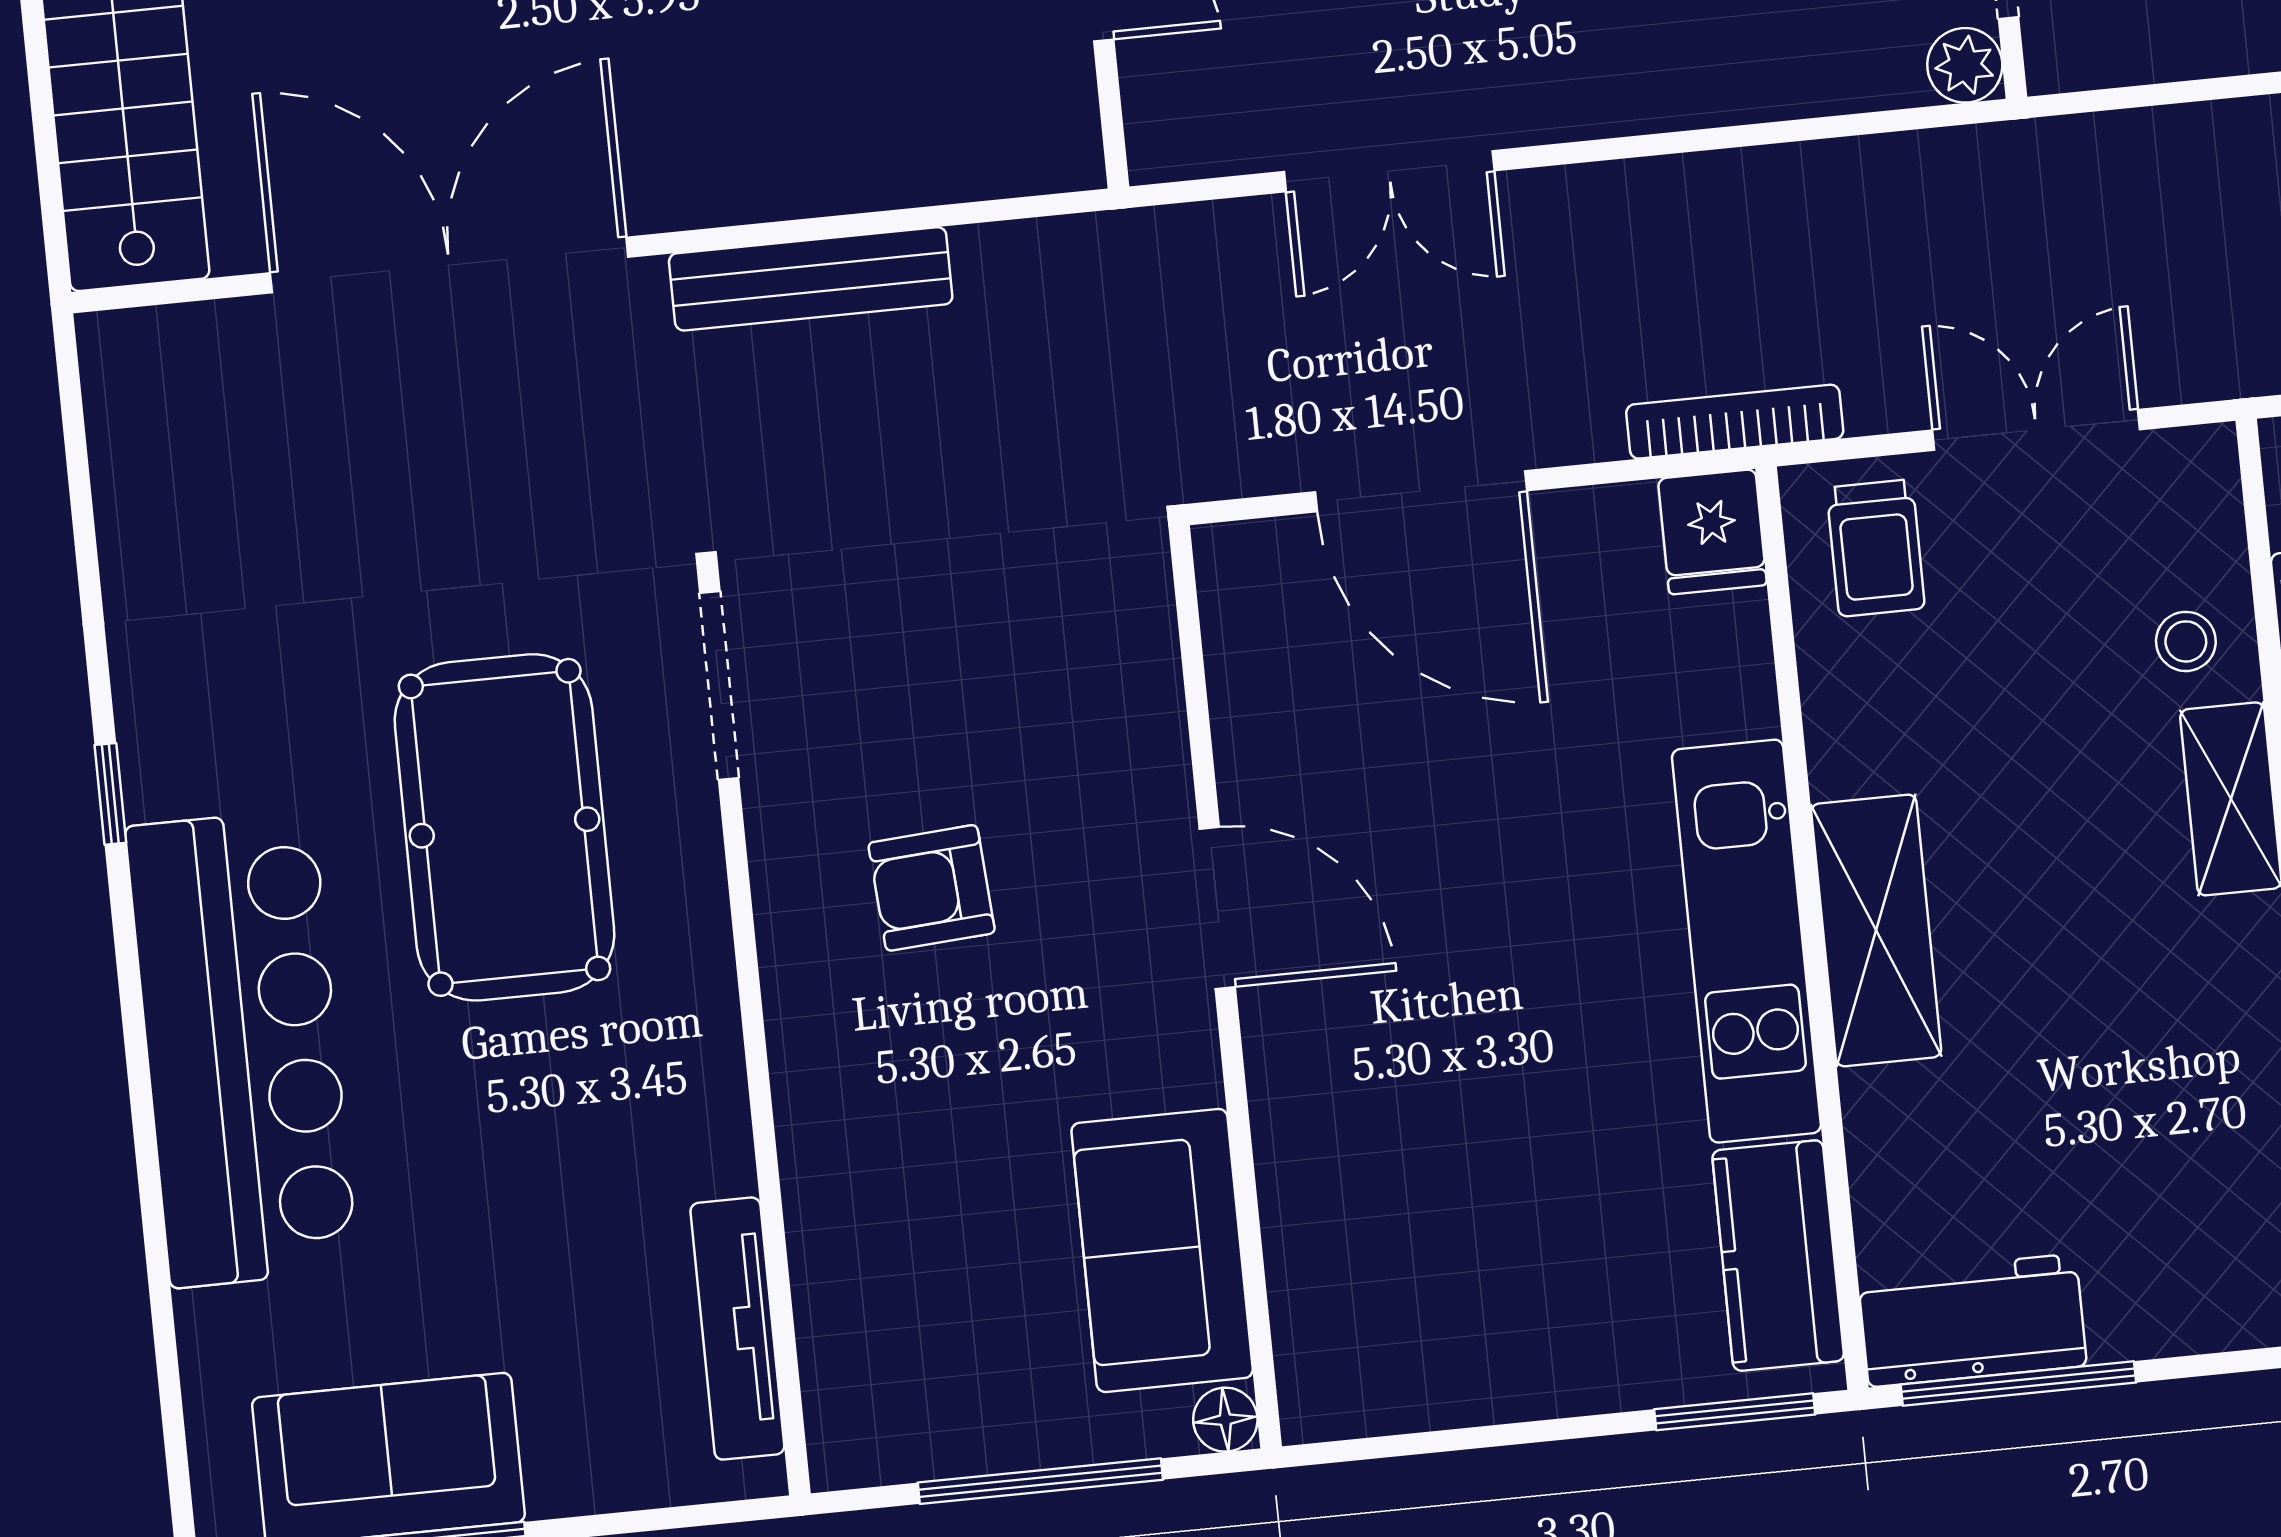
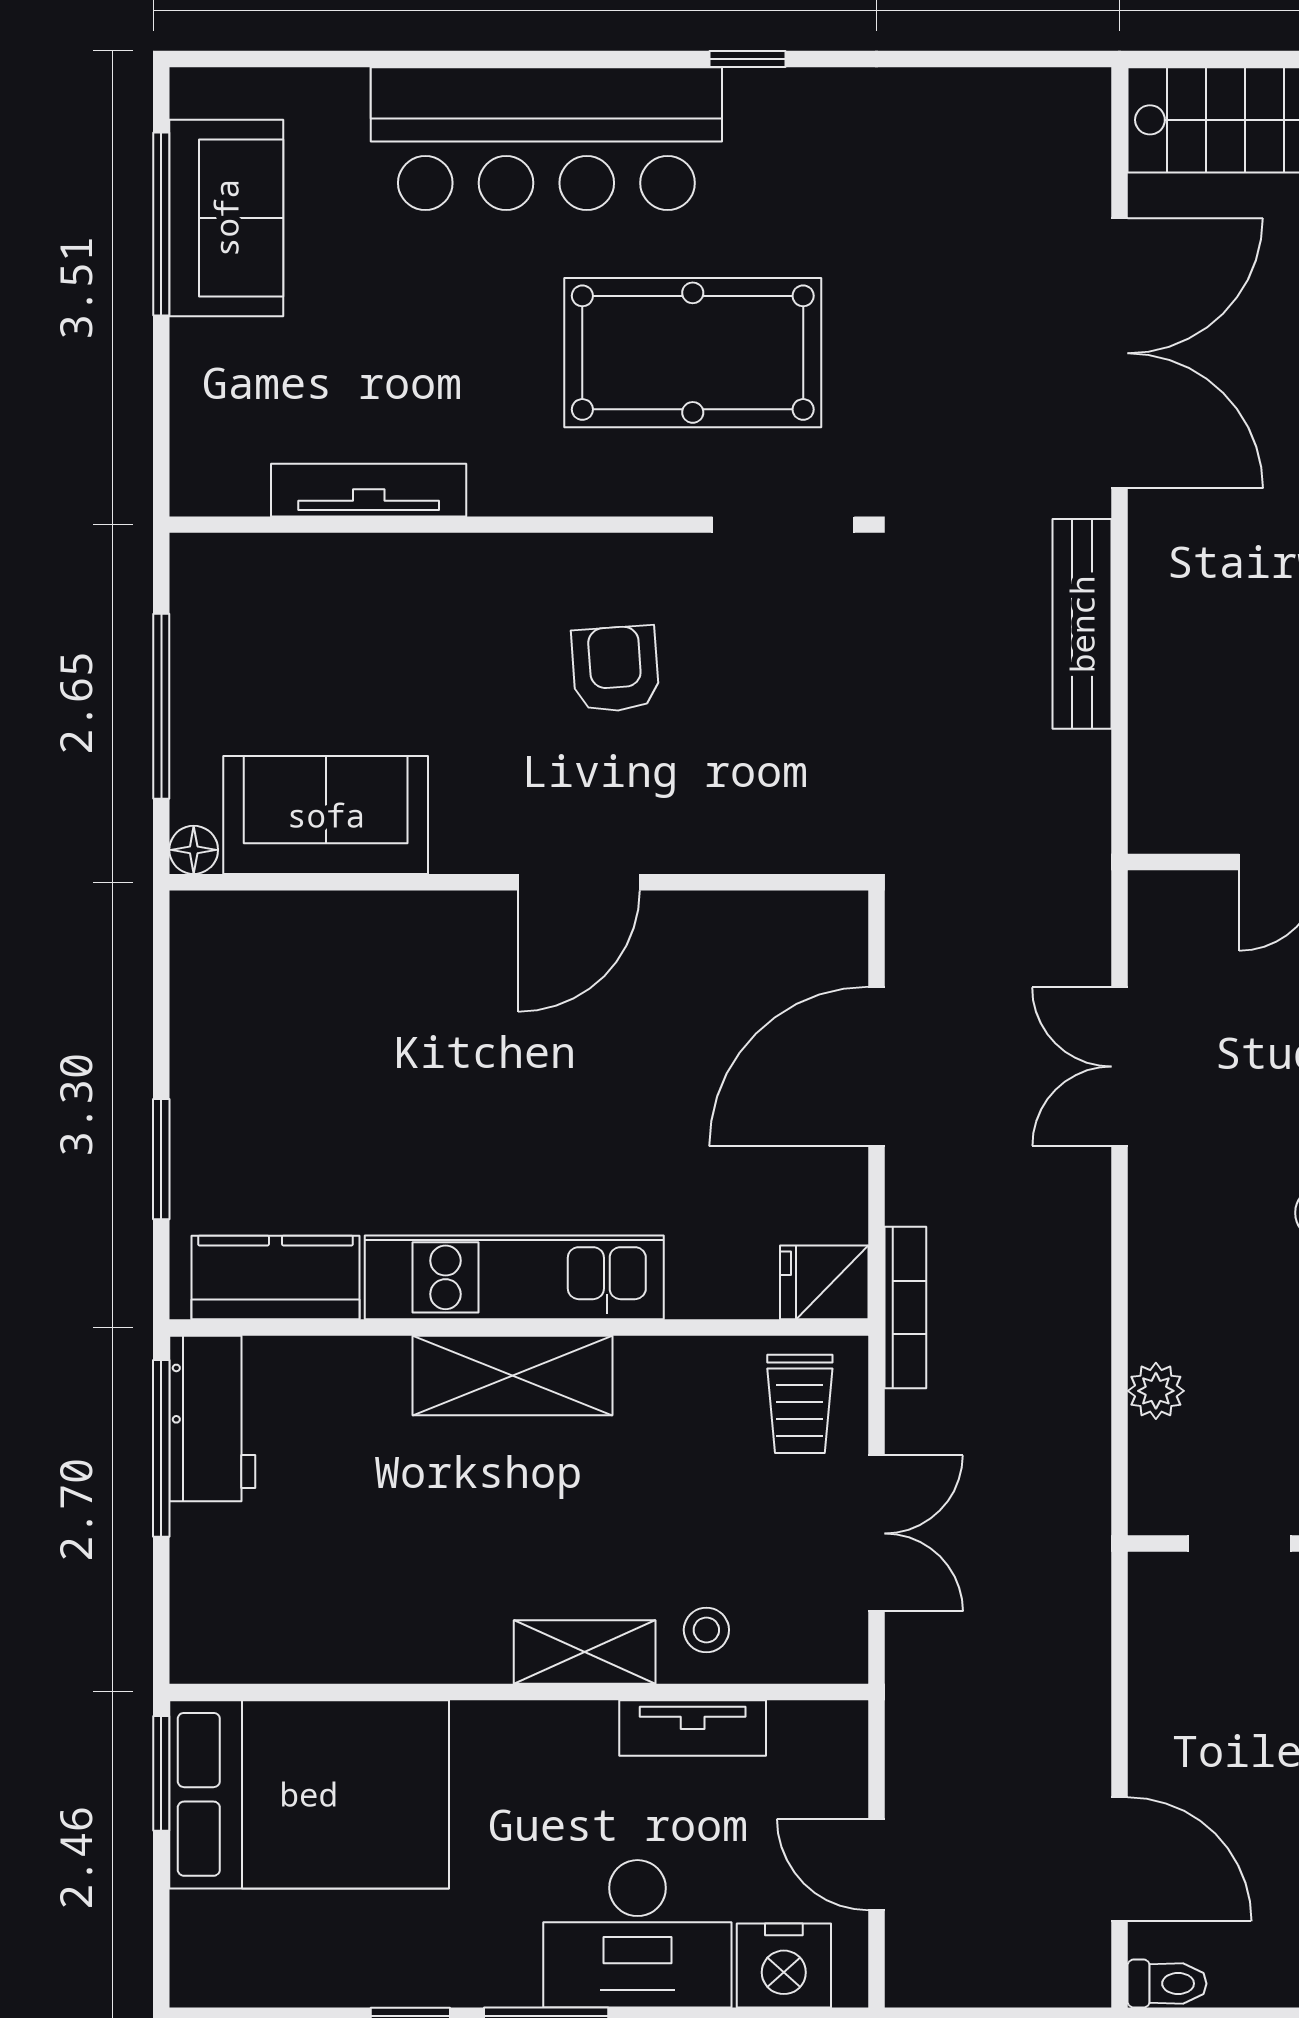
plant: (1965, 65) -> (1156, 1391), moved
trolley: (1876, 548) -> (800, 1404), turned -90
tv unit: (737, 1329) -> (369, 490), moved
window: (1735, 1412) -> (161, 1159), moved

